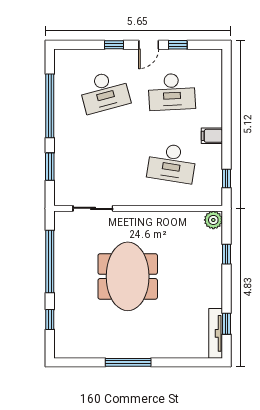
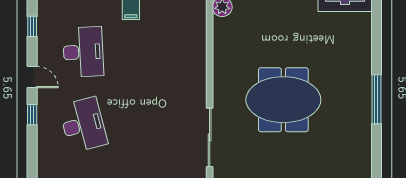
window: (178, 45) -> (32, 26), moved
desk: (172, 163) -> (160, 52), removed
sliding door: (93, 208) -> (210, 137), width x1.37

